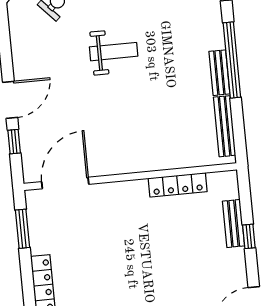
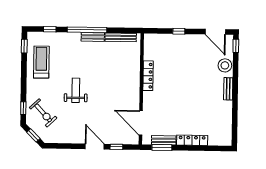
locker: (178, 185) -> (148, 76), moved
bench: (233, 224) -> (164, 140), moved

